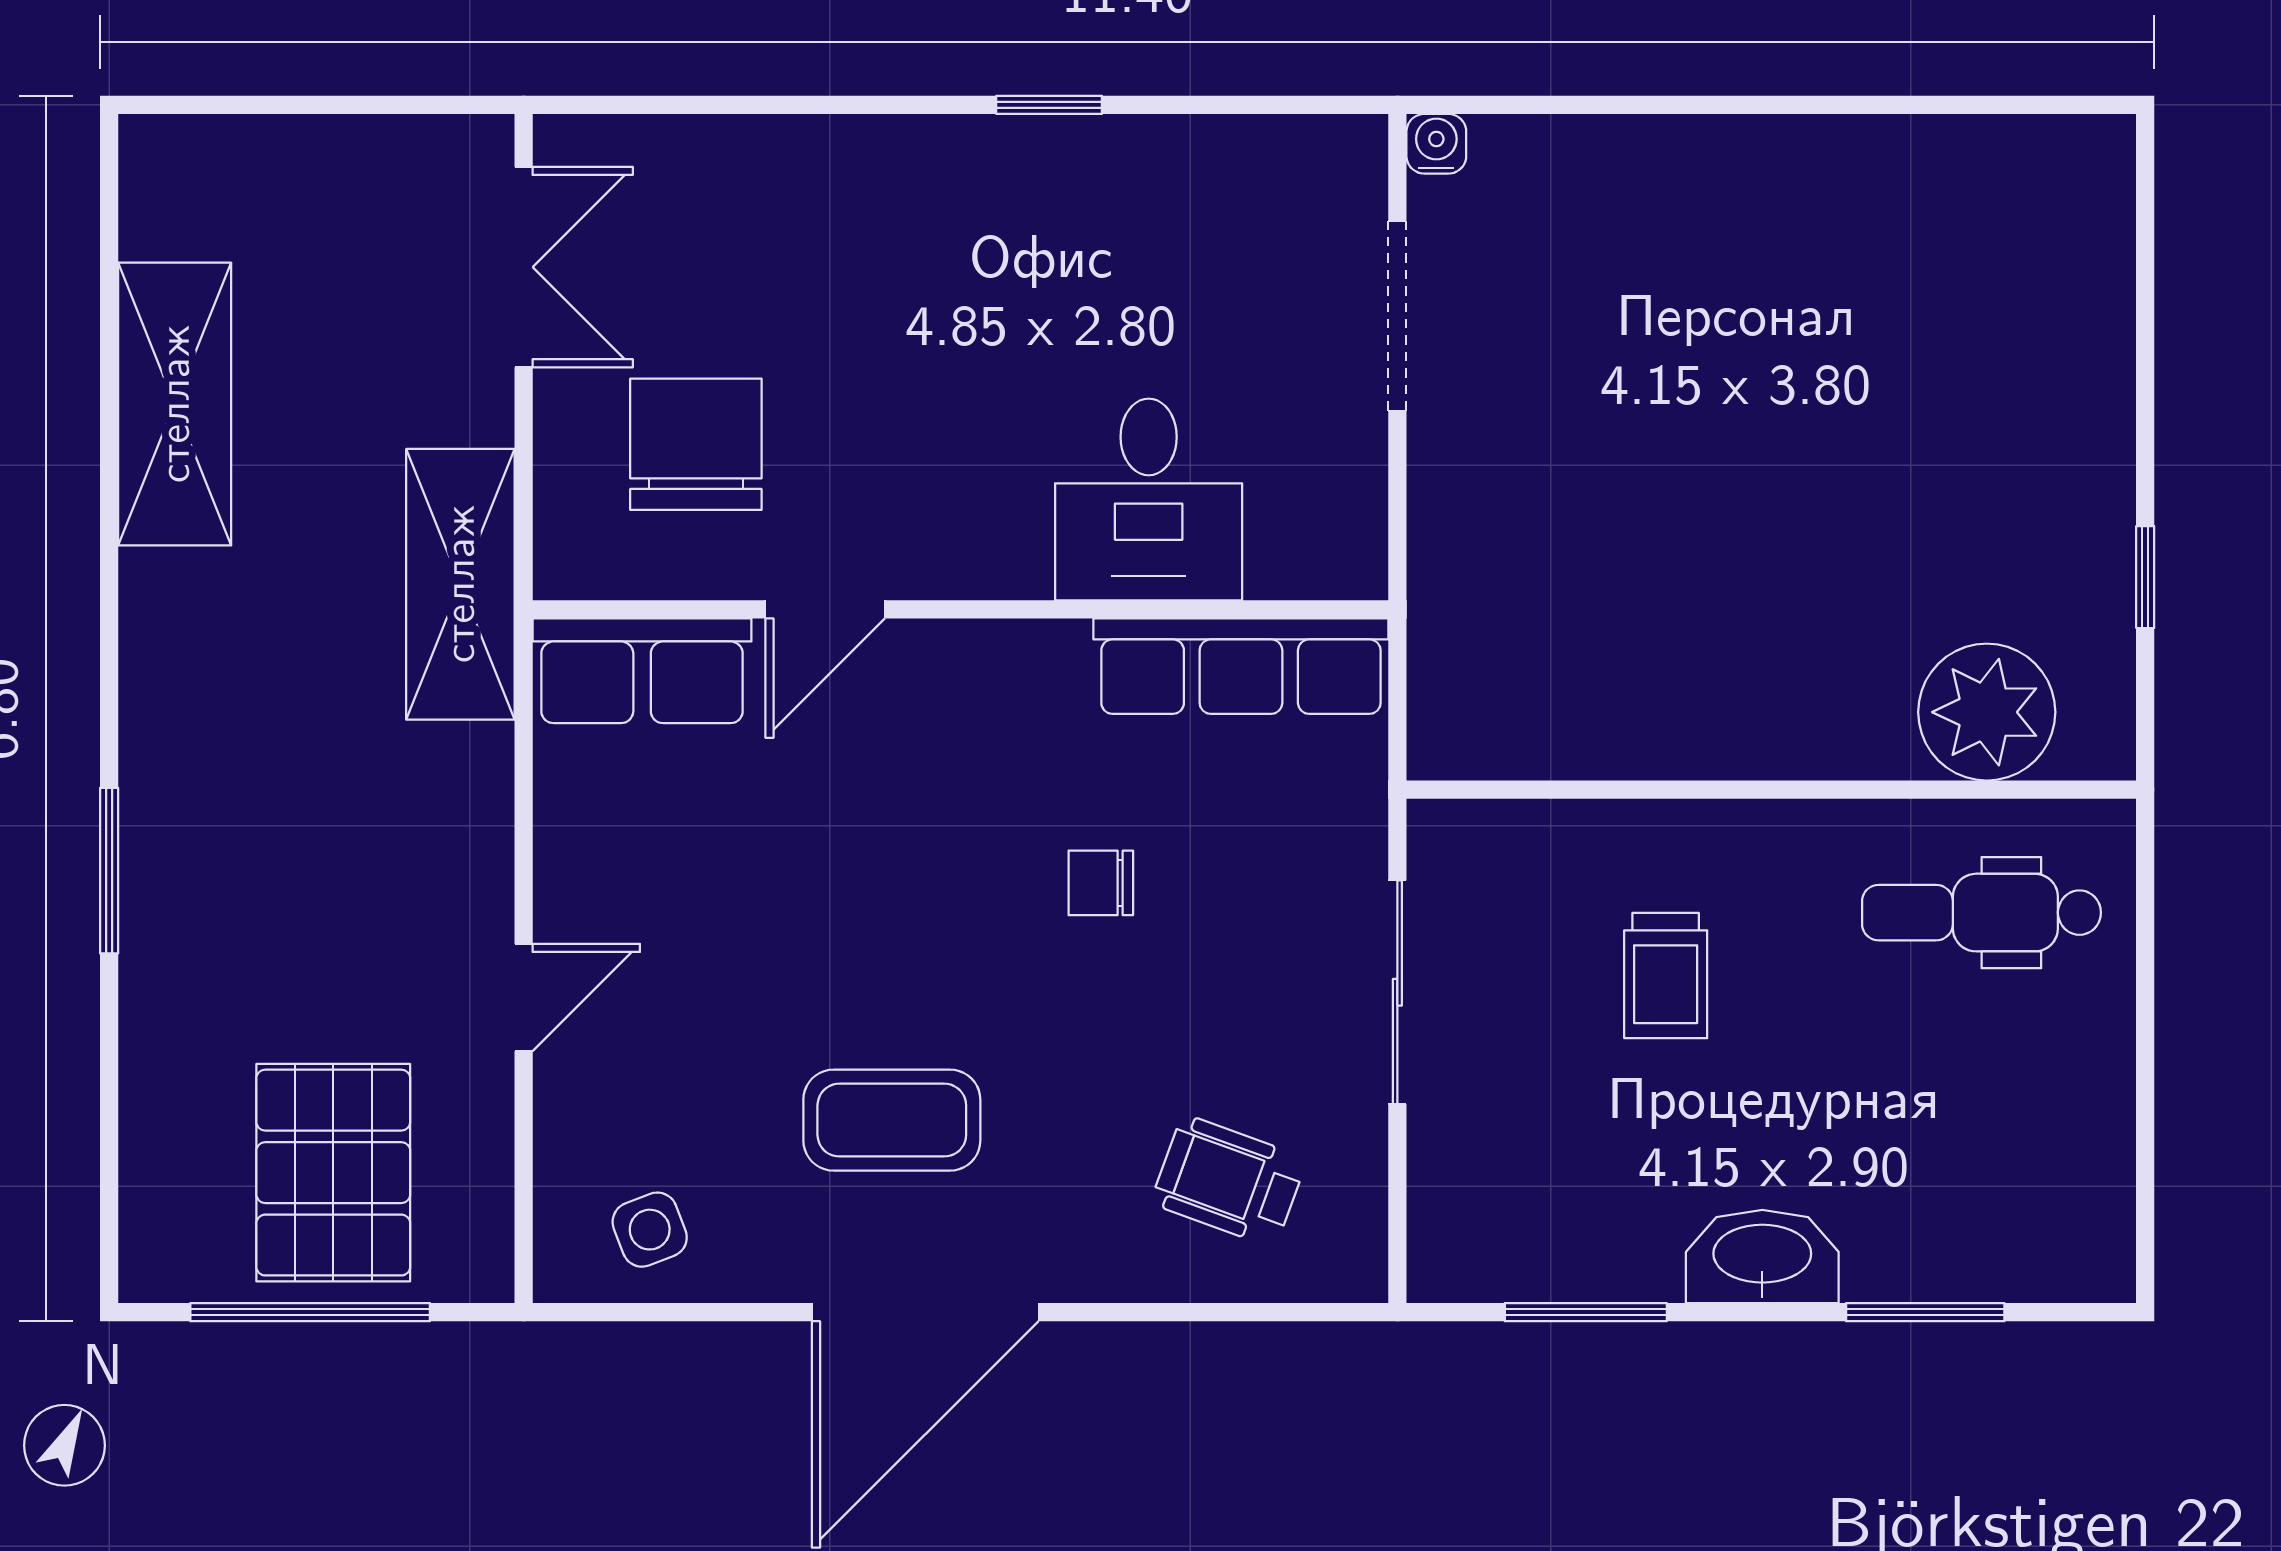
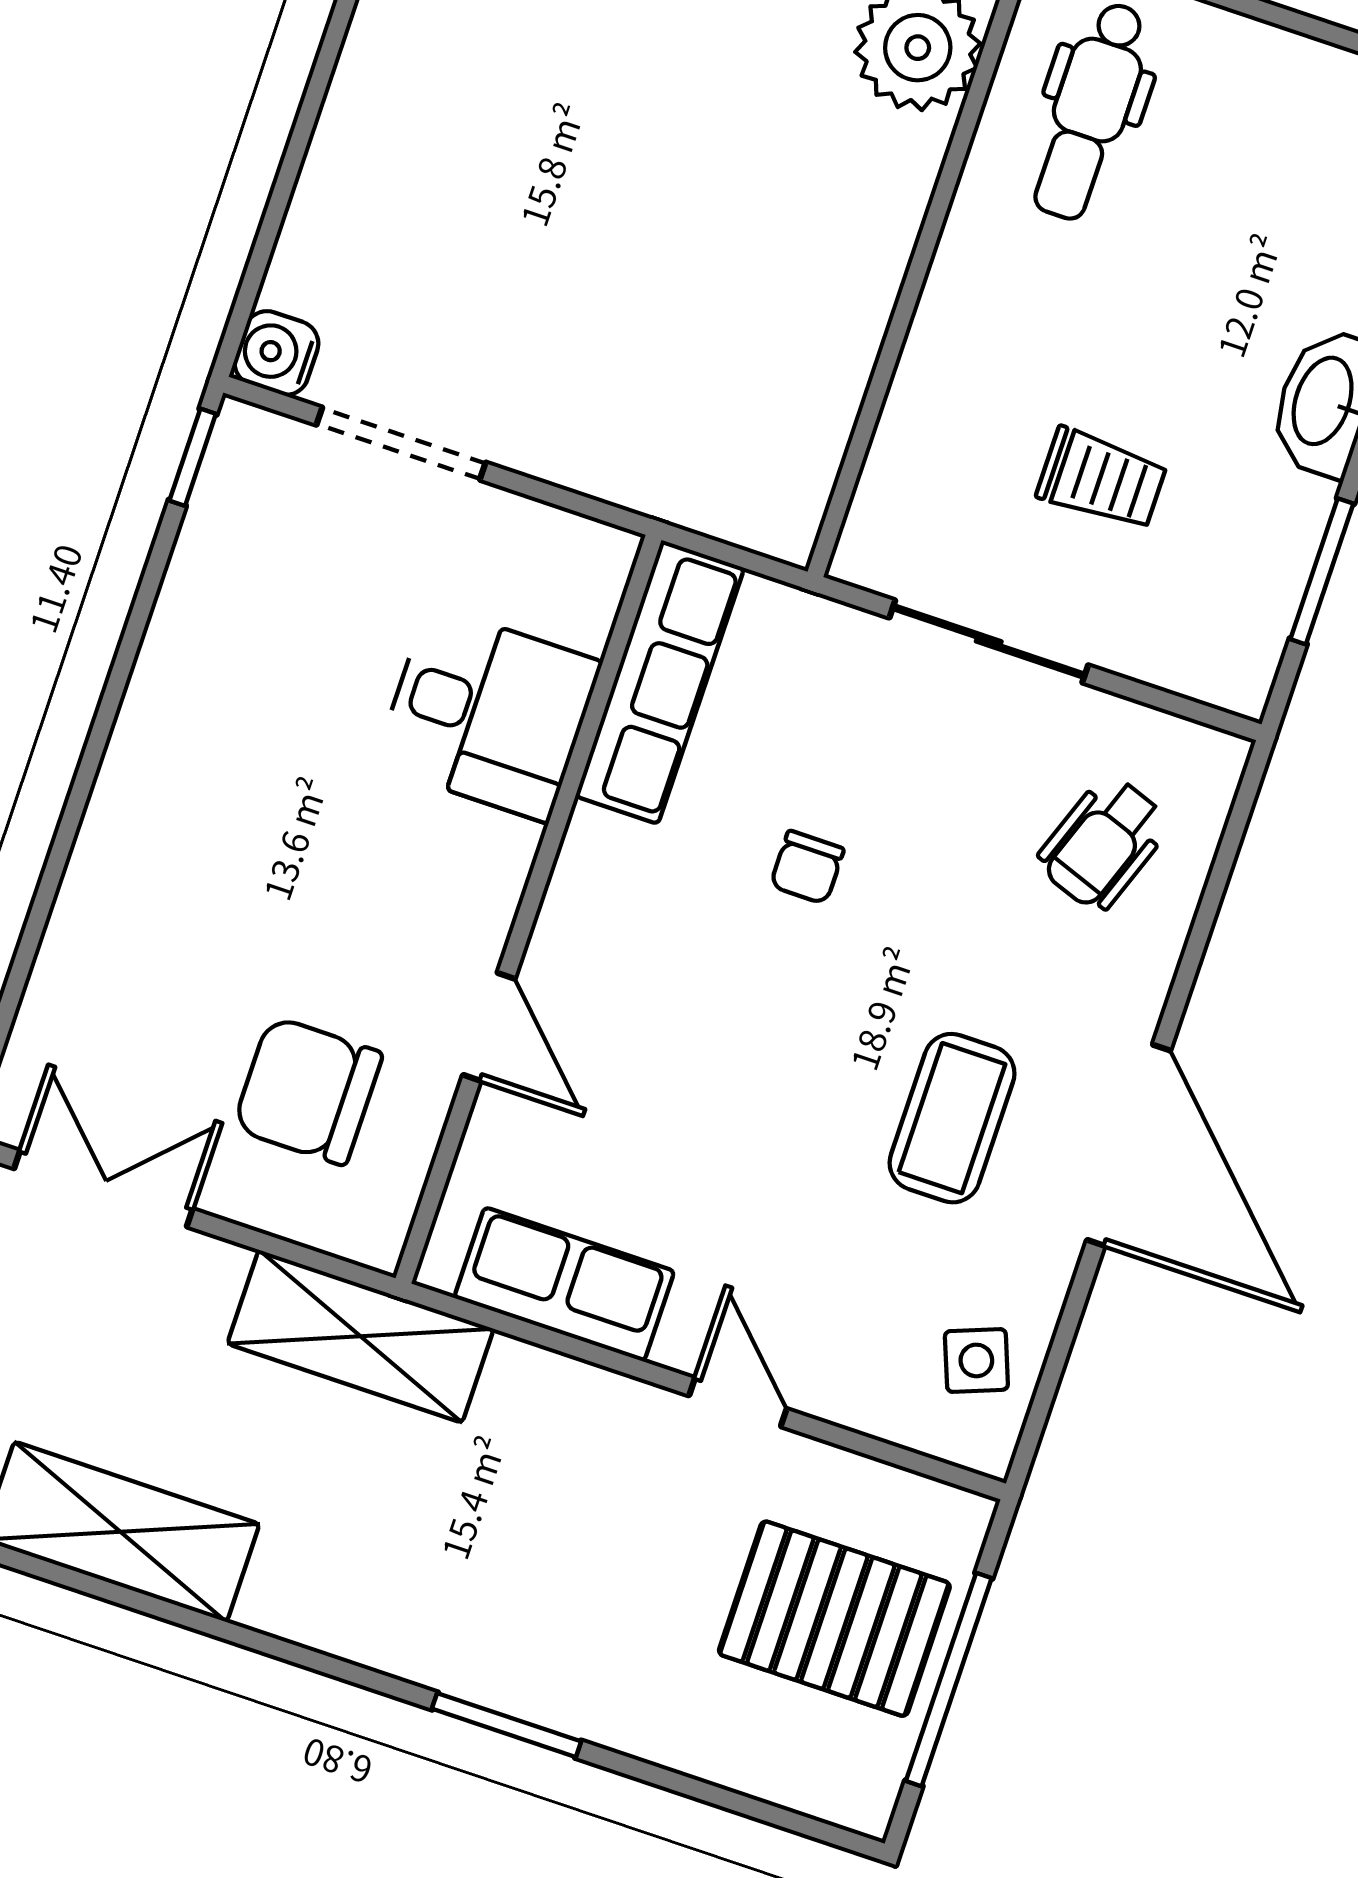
window: (1049, 105) -> (193, 457), moved
water cooler: (1436, 144) -> (276, 353), width x1.38, depth x1.38
row of seats: (642, 671) -> (564, 1284), moved, turned -90
trolley: (1666, 975) -> (1102, 479), moved

